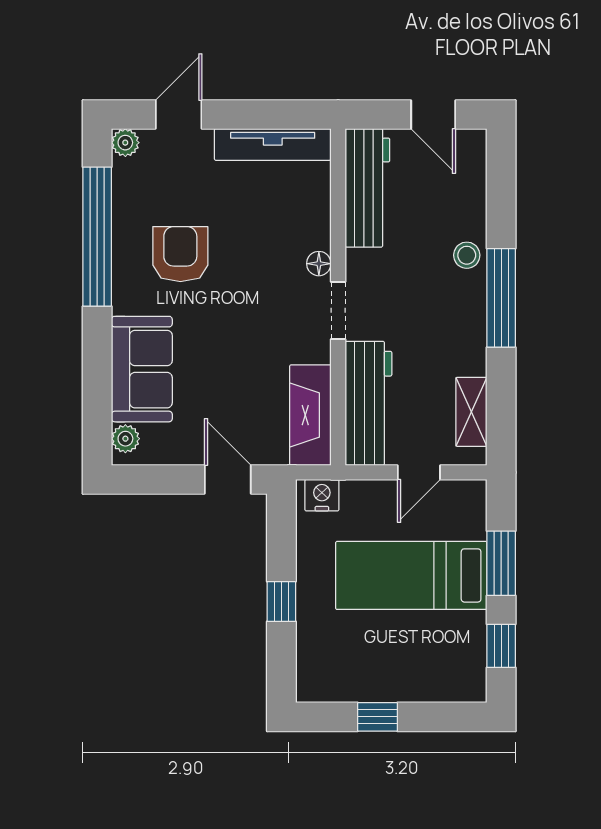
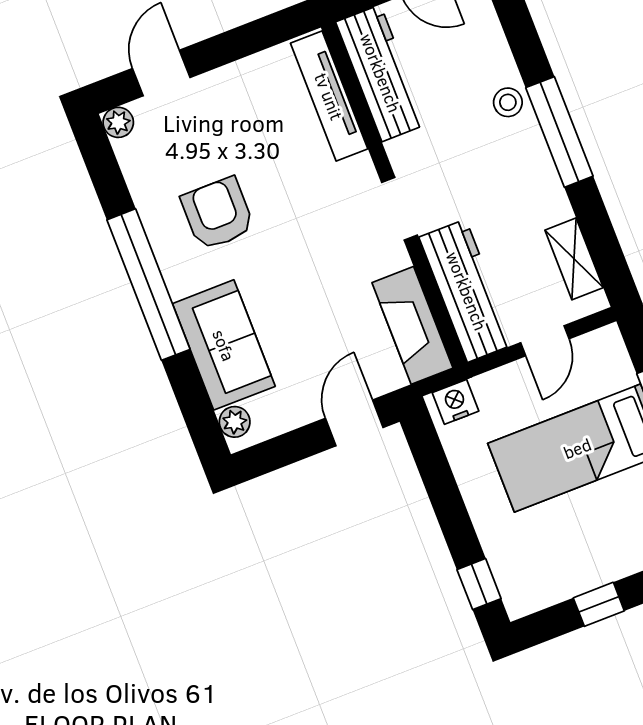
tv unit: (273, 144) -> (329, 96), moved, turned 90
window: (97, 237) -> (148, 285), moved
floor lamp: (319, 264) -> (362, 169), removed
door: (228, 479) -> (354, 423), hinge flipped
window: (281, 602) -> (479, 584), moved

